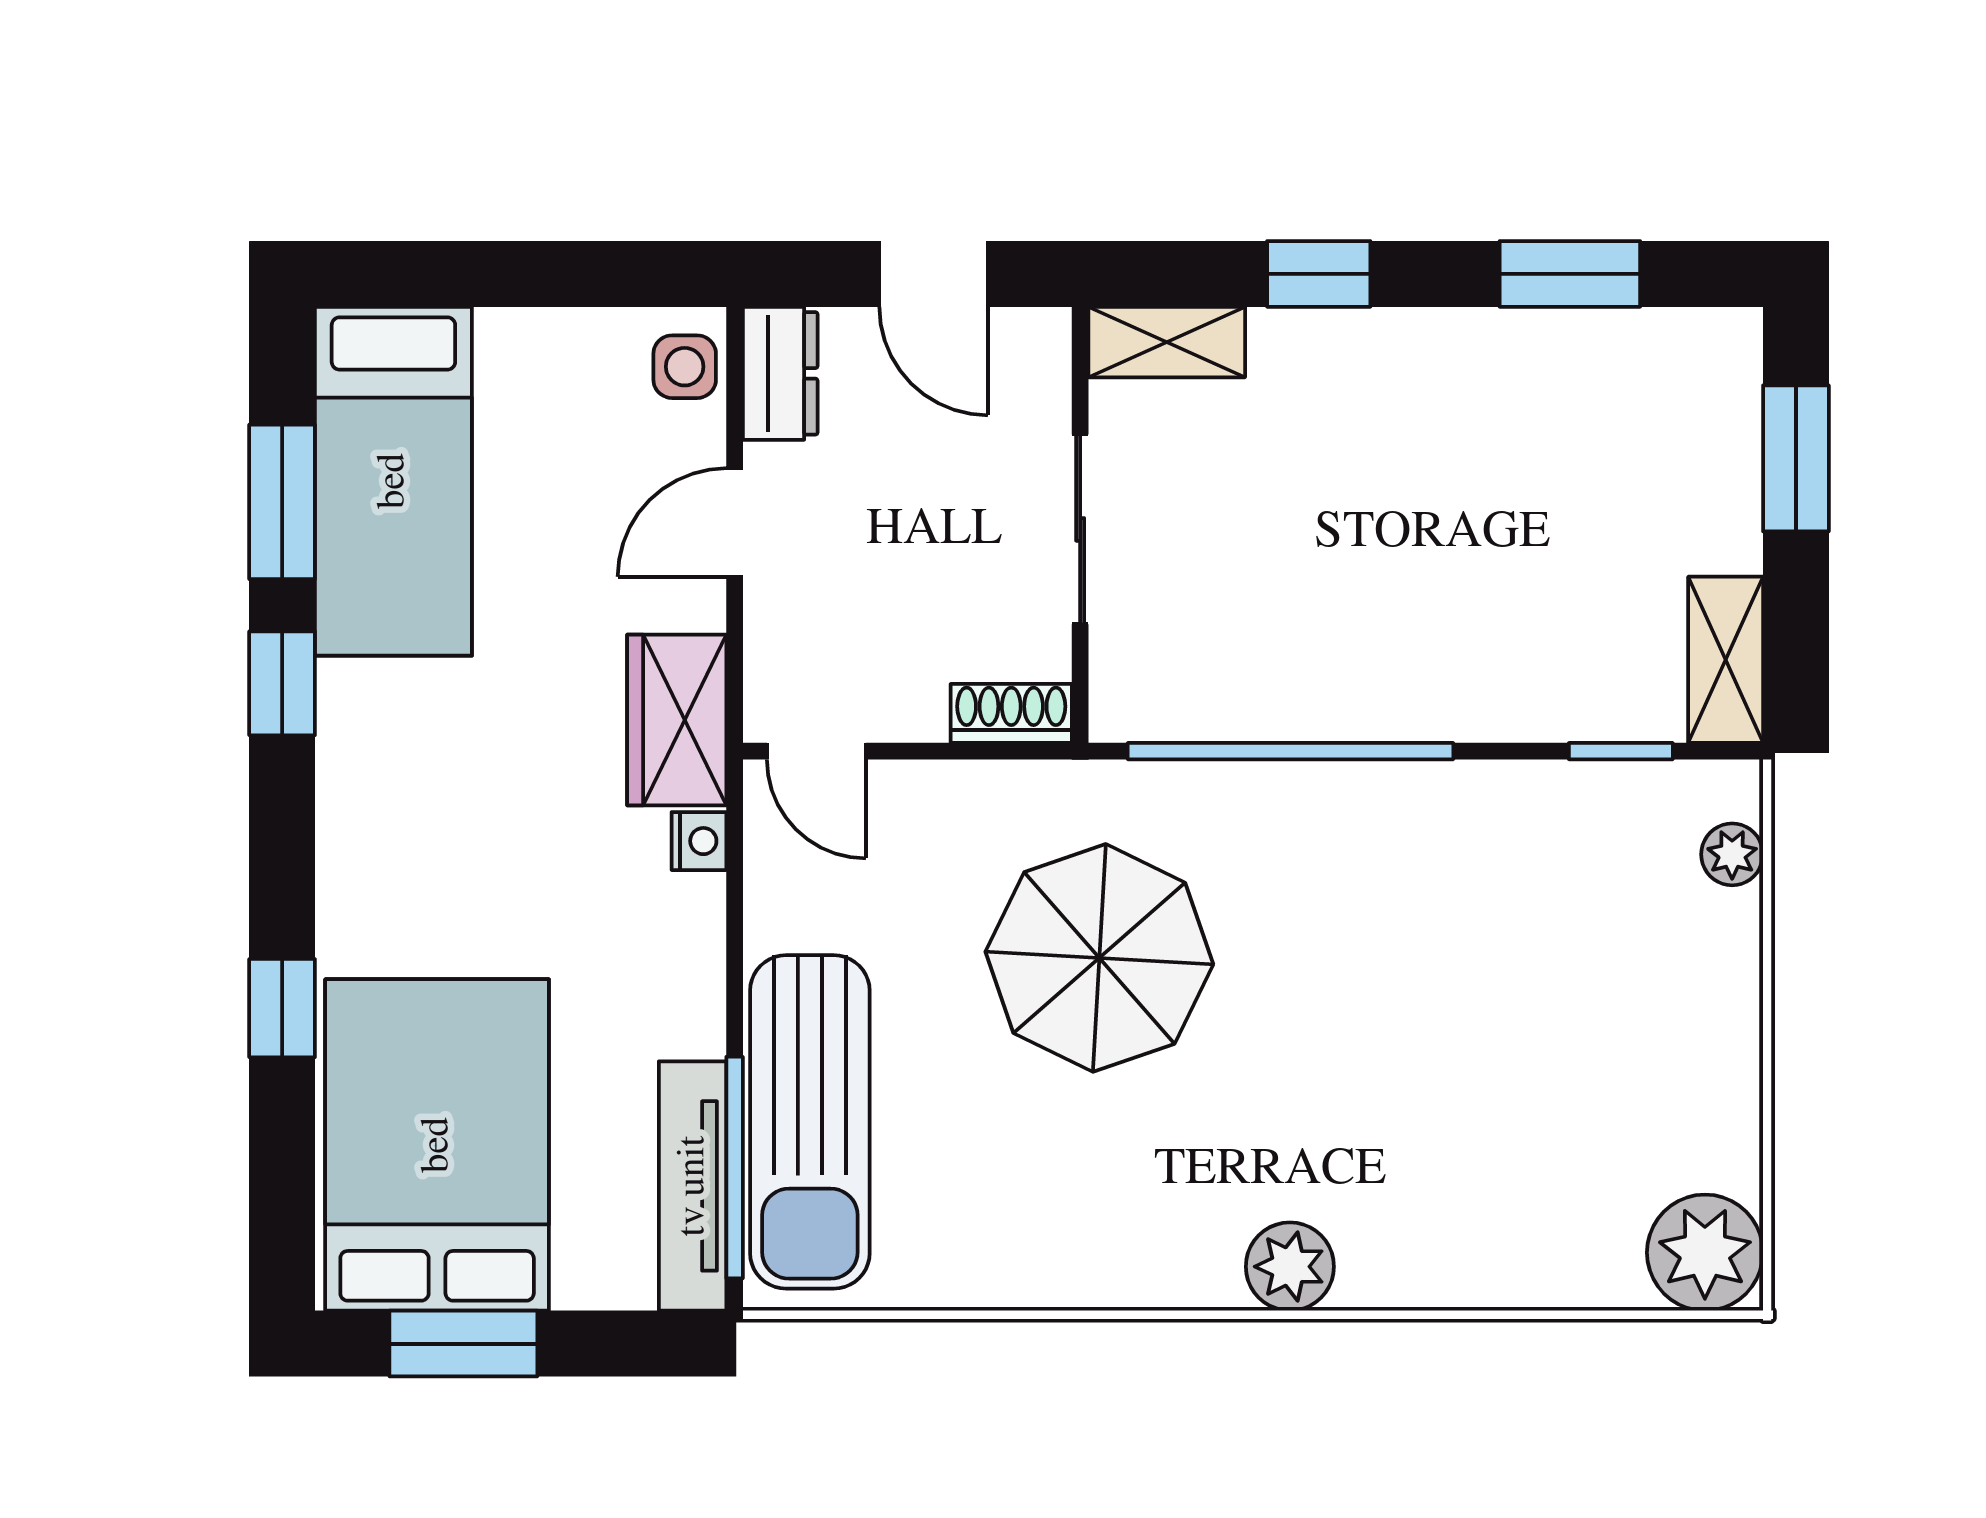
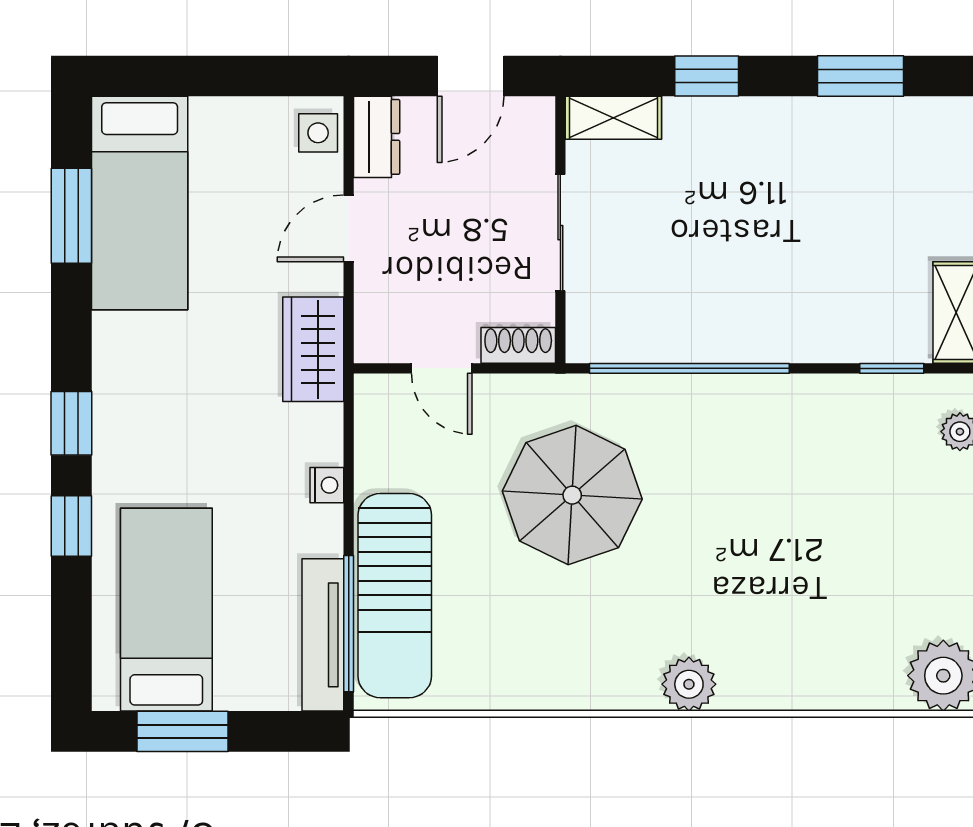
door: (934, 274) -> (471, 76), hinge flipped
window: (282, 683) -> (71, 423), moved
door: (816, 751) -> (442, 368), moved
nightstand: (699, 841) -> (327, 485), moved
bed: (437, 1145) -> (166, 610), width x0.67

